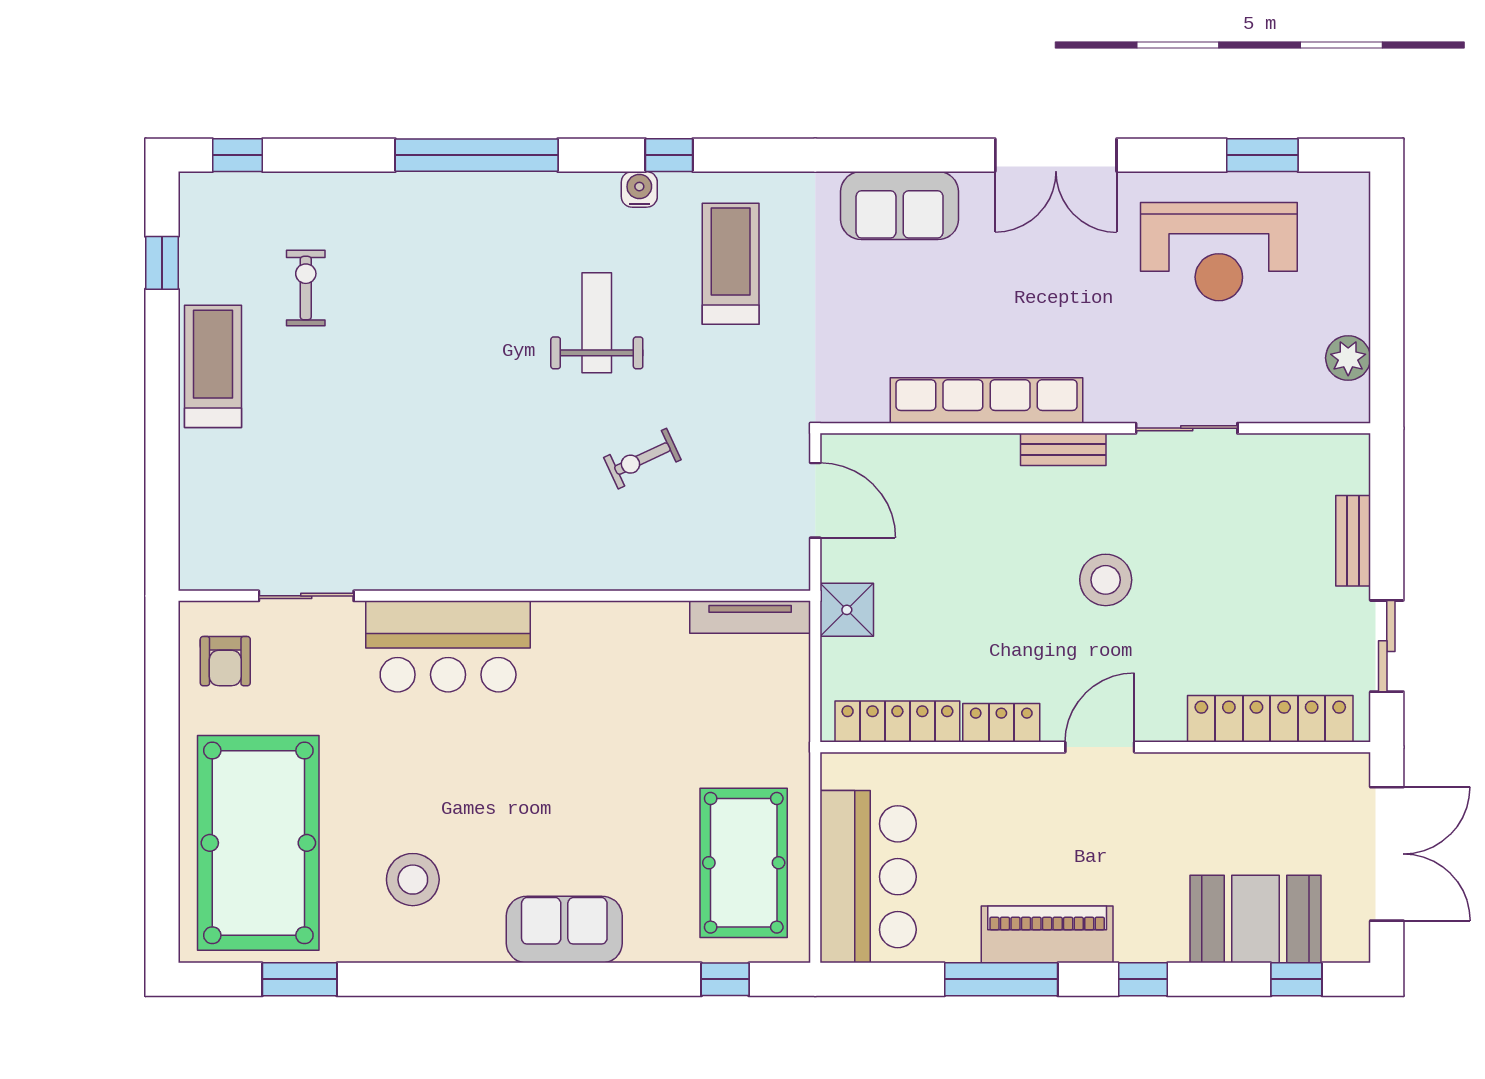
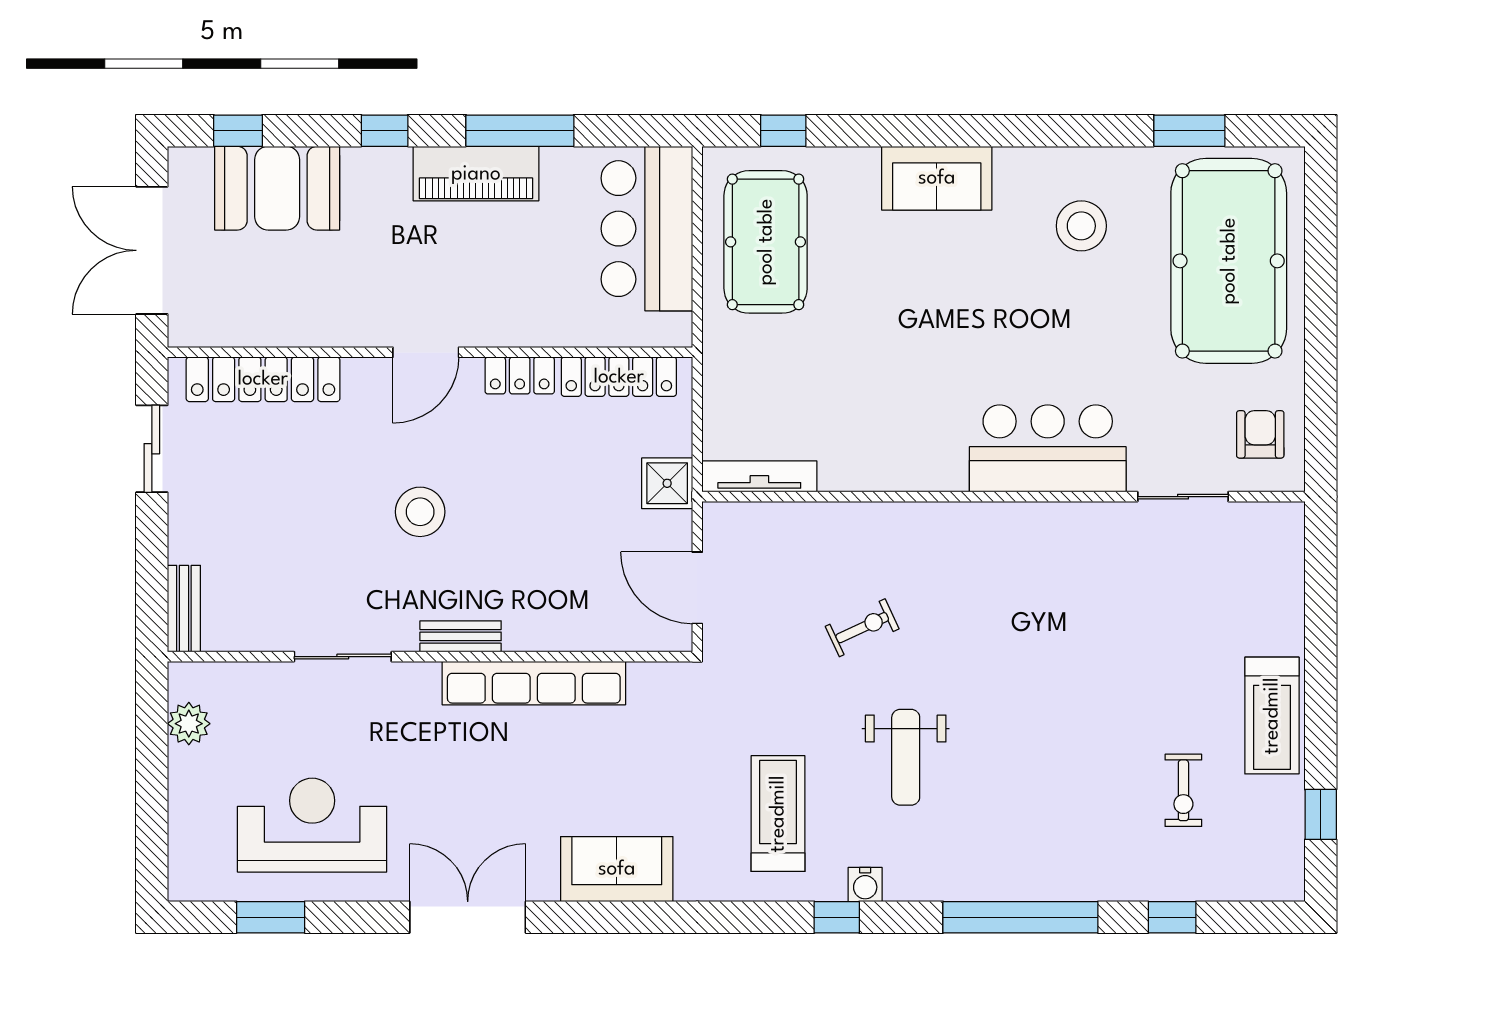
window: (237, 155) -> (1172, 917), moved
treadmill: (731, 264) -> (778, 814), turned 180
bench: (1353, 541) -> (184, 609), moved

